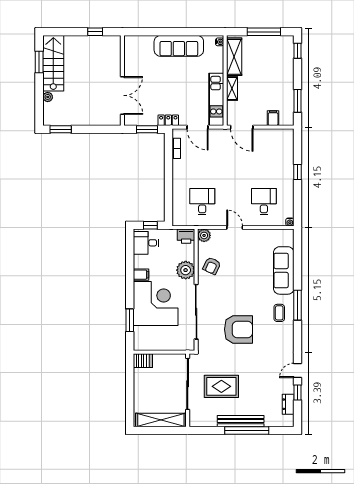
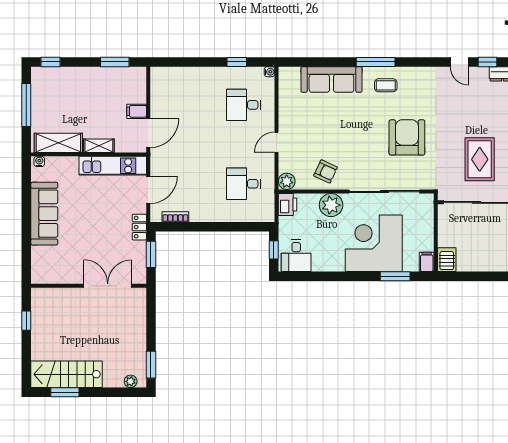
plant: (48, 97) -> (131, 381), moved
filing cabinet: (273, 118) -> (137, 111), moved
window: (298, 172) -> (237, 62), moved
filing cabinet: (141, 275) -> (427, 262), moved

